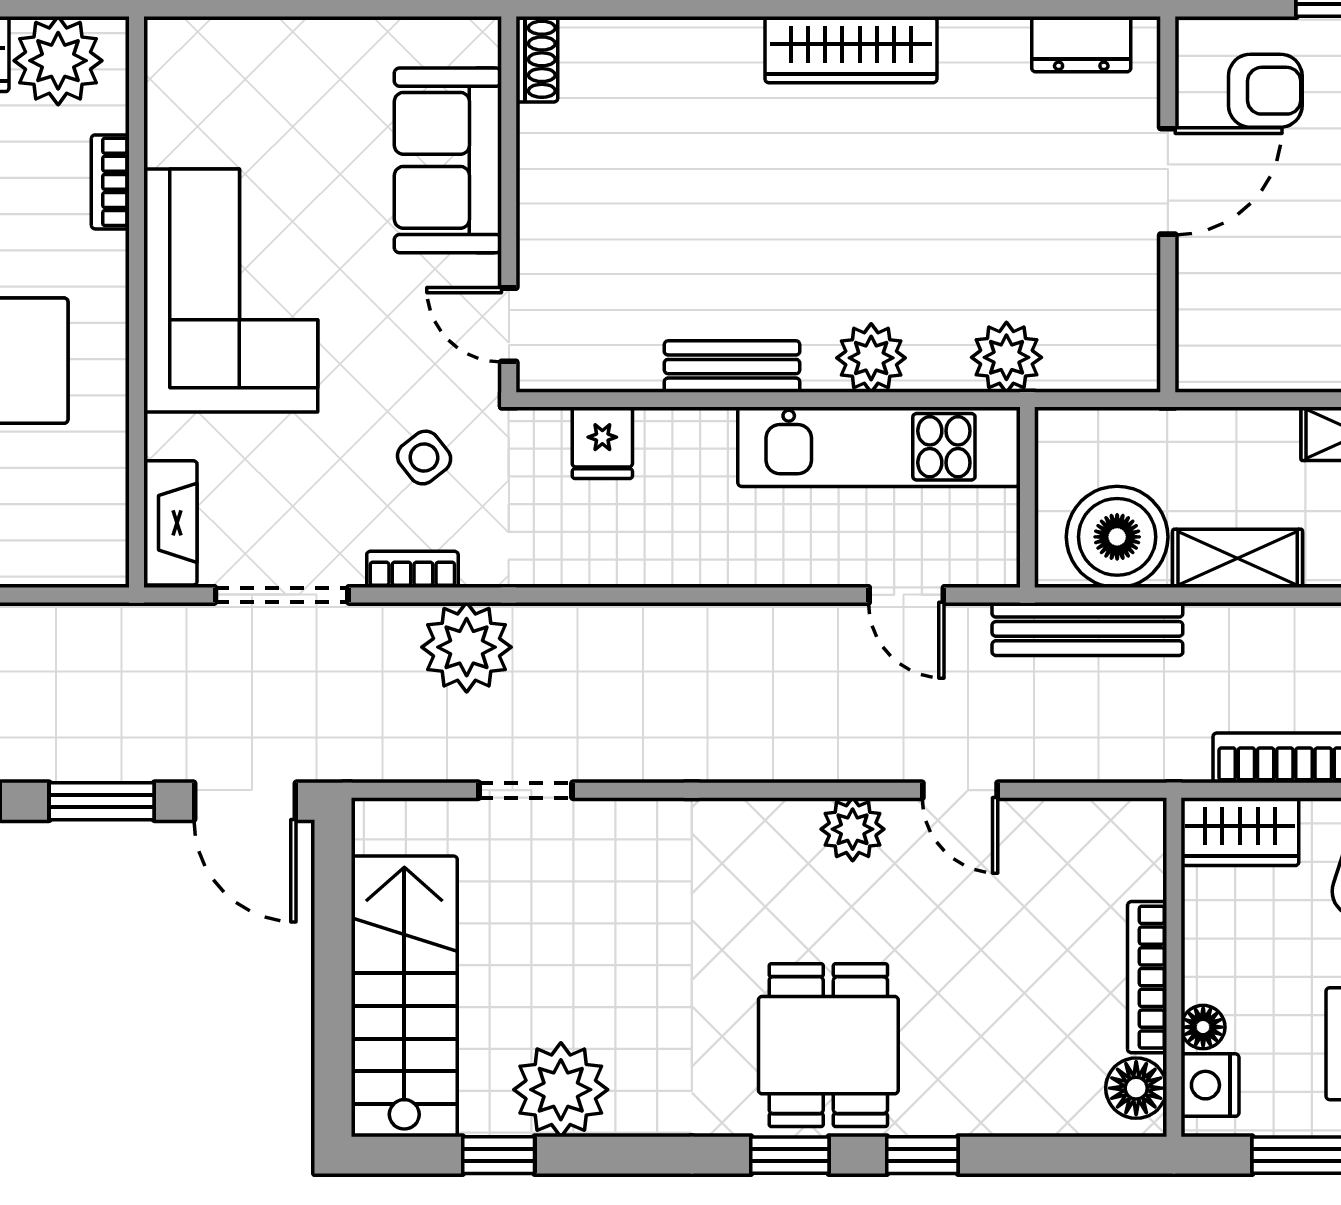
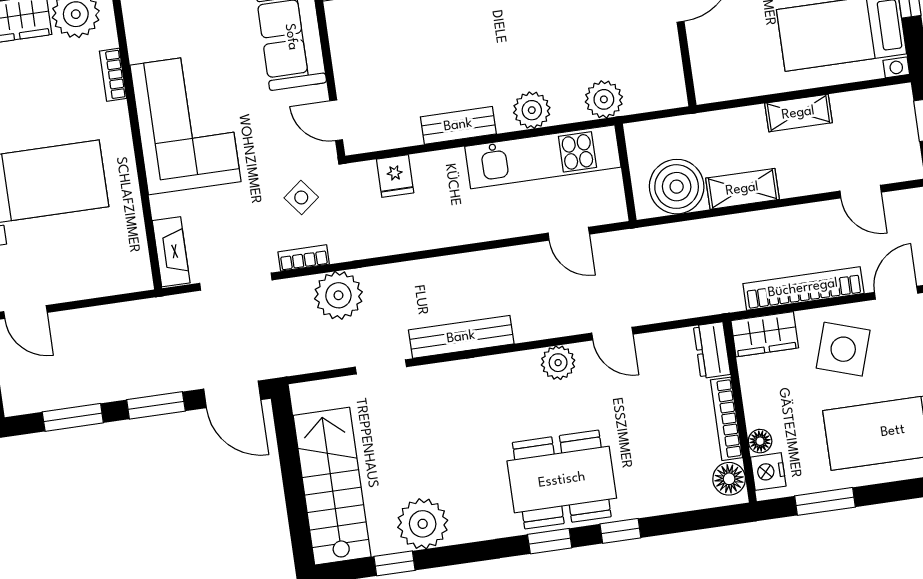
bench: (1087, 629) -> (461, 337), moved
dresser: (1139, 847) -> (712, 350), added
dining table: (828, 1045) -> (562, 480), width x1.38

